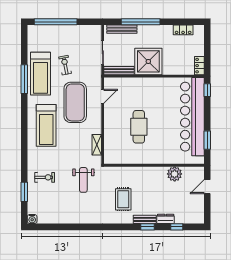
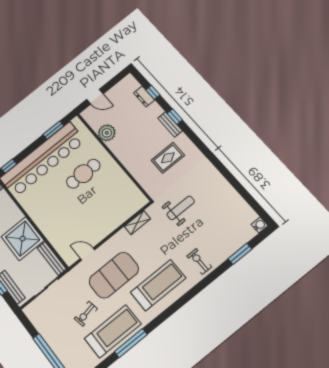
cafe table: (139, 127) -> (83, 174), moved
exercise bike: (45, 177) -> (199, 261), moved
dresser: (166, 219) -> (144, 96), moved

